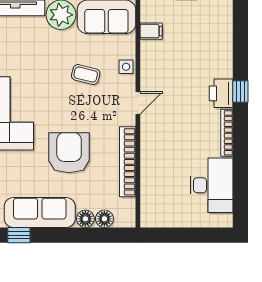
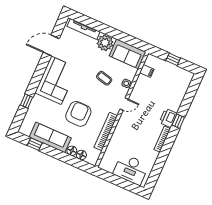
desk: (212, 185) -> (131, 169), moved, turned 90

